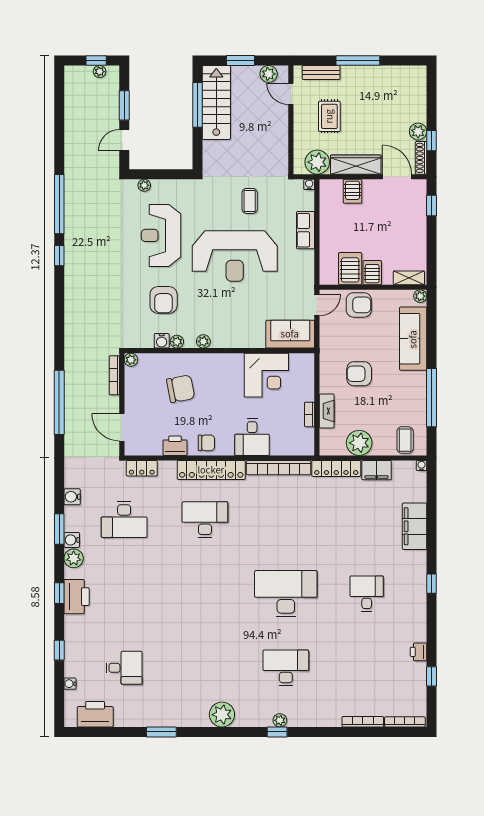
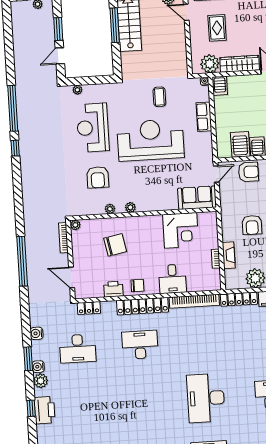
server rack: (353, 191) -> (220, 86), moved
reception desk: (235, 256) -> (151, 140), turned 180
water cooler: (162, 341) -> (98, 209), removed
armchair: (359, 374) -> (252, 225), turned -90
desk: (286, 594) -> (206, 398), turned -90

